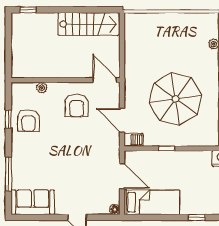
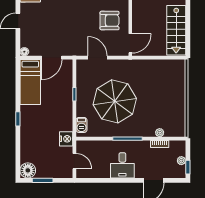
armchair: (77, 105) -> (110, 21), turned 180
door: (122, 120) -> (97, 58), hinge flipped
barbecue: (134, 140) -> (81, 125), moved

